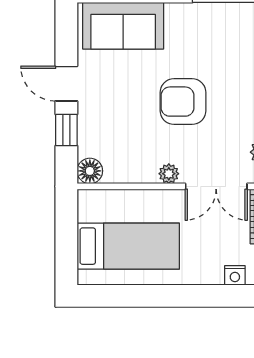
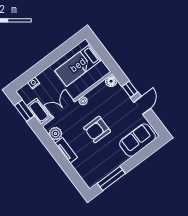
door: (66, 84) -> (142, 105), hinge flipped
armchair: (183, 102) -> (97, 130), turned 180

